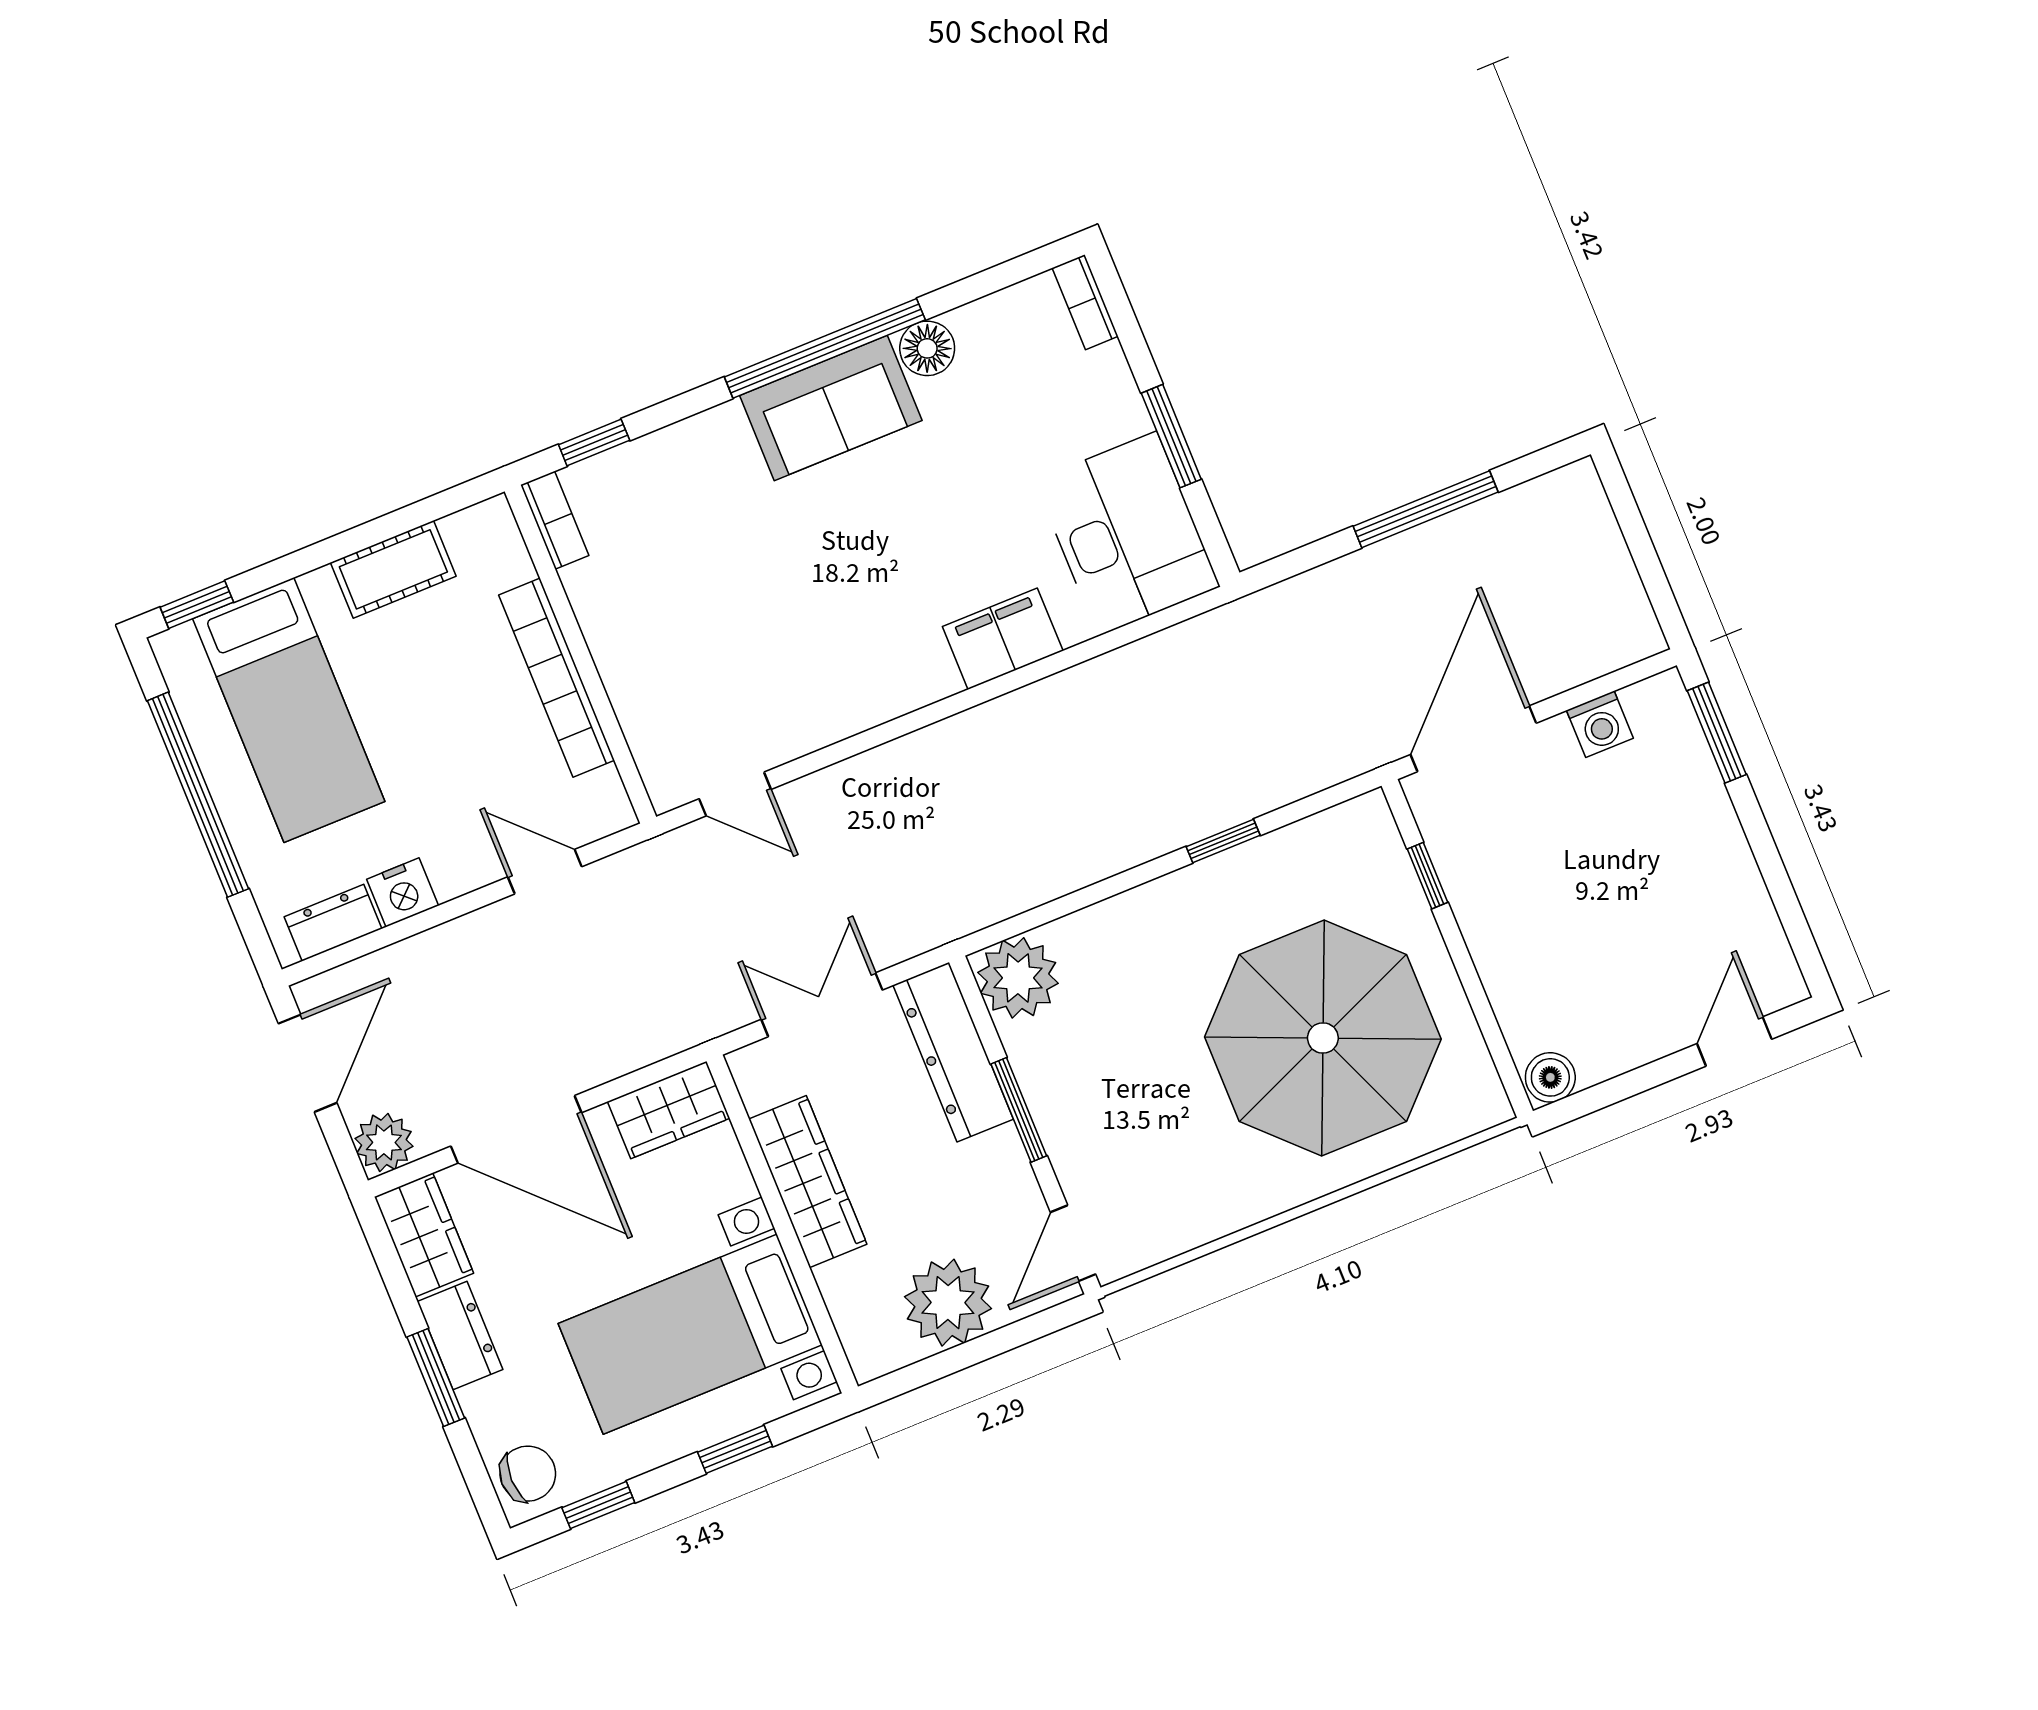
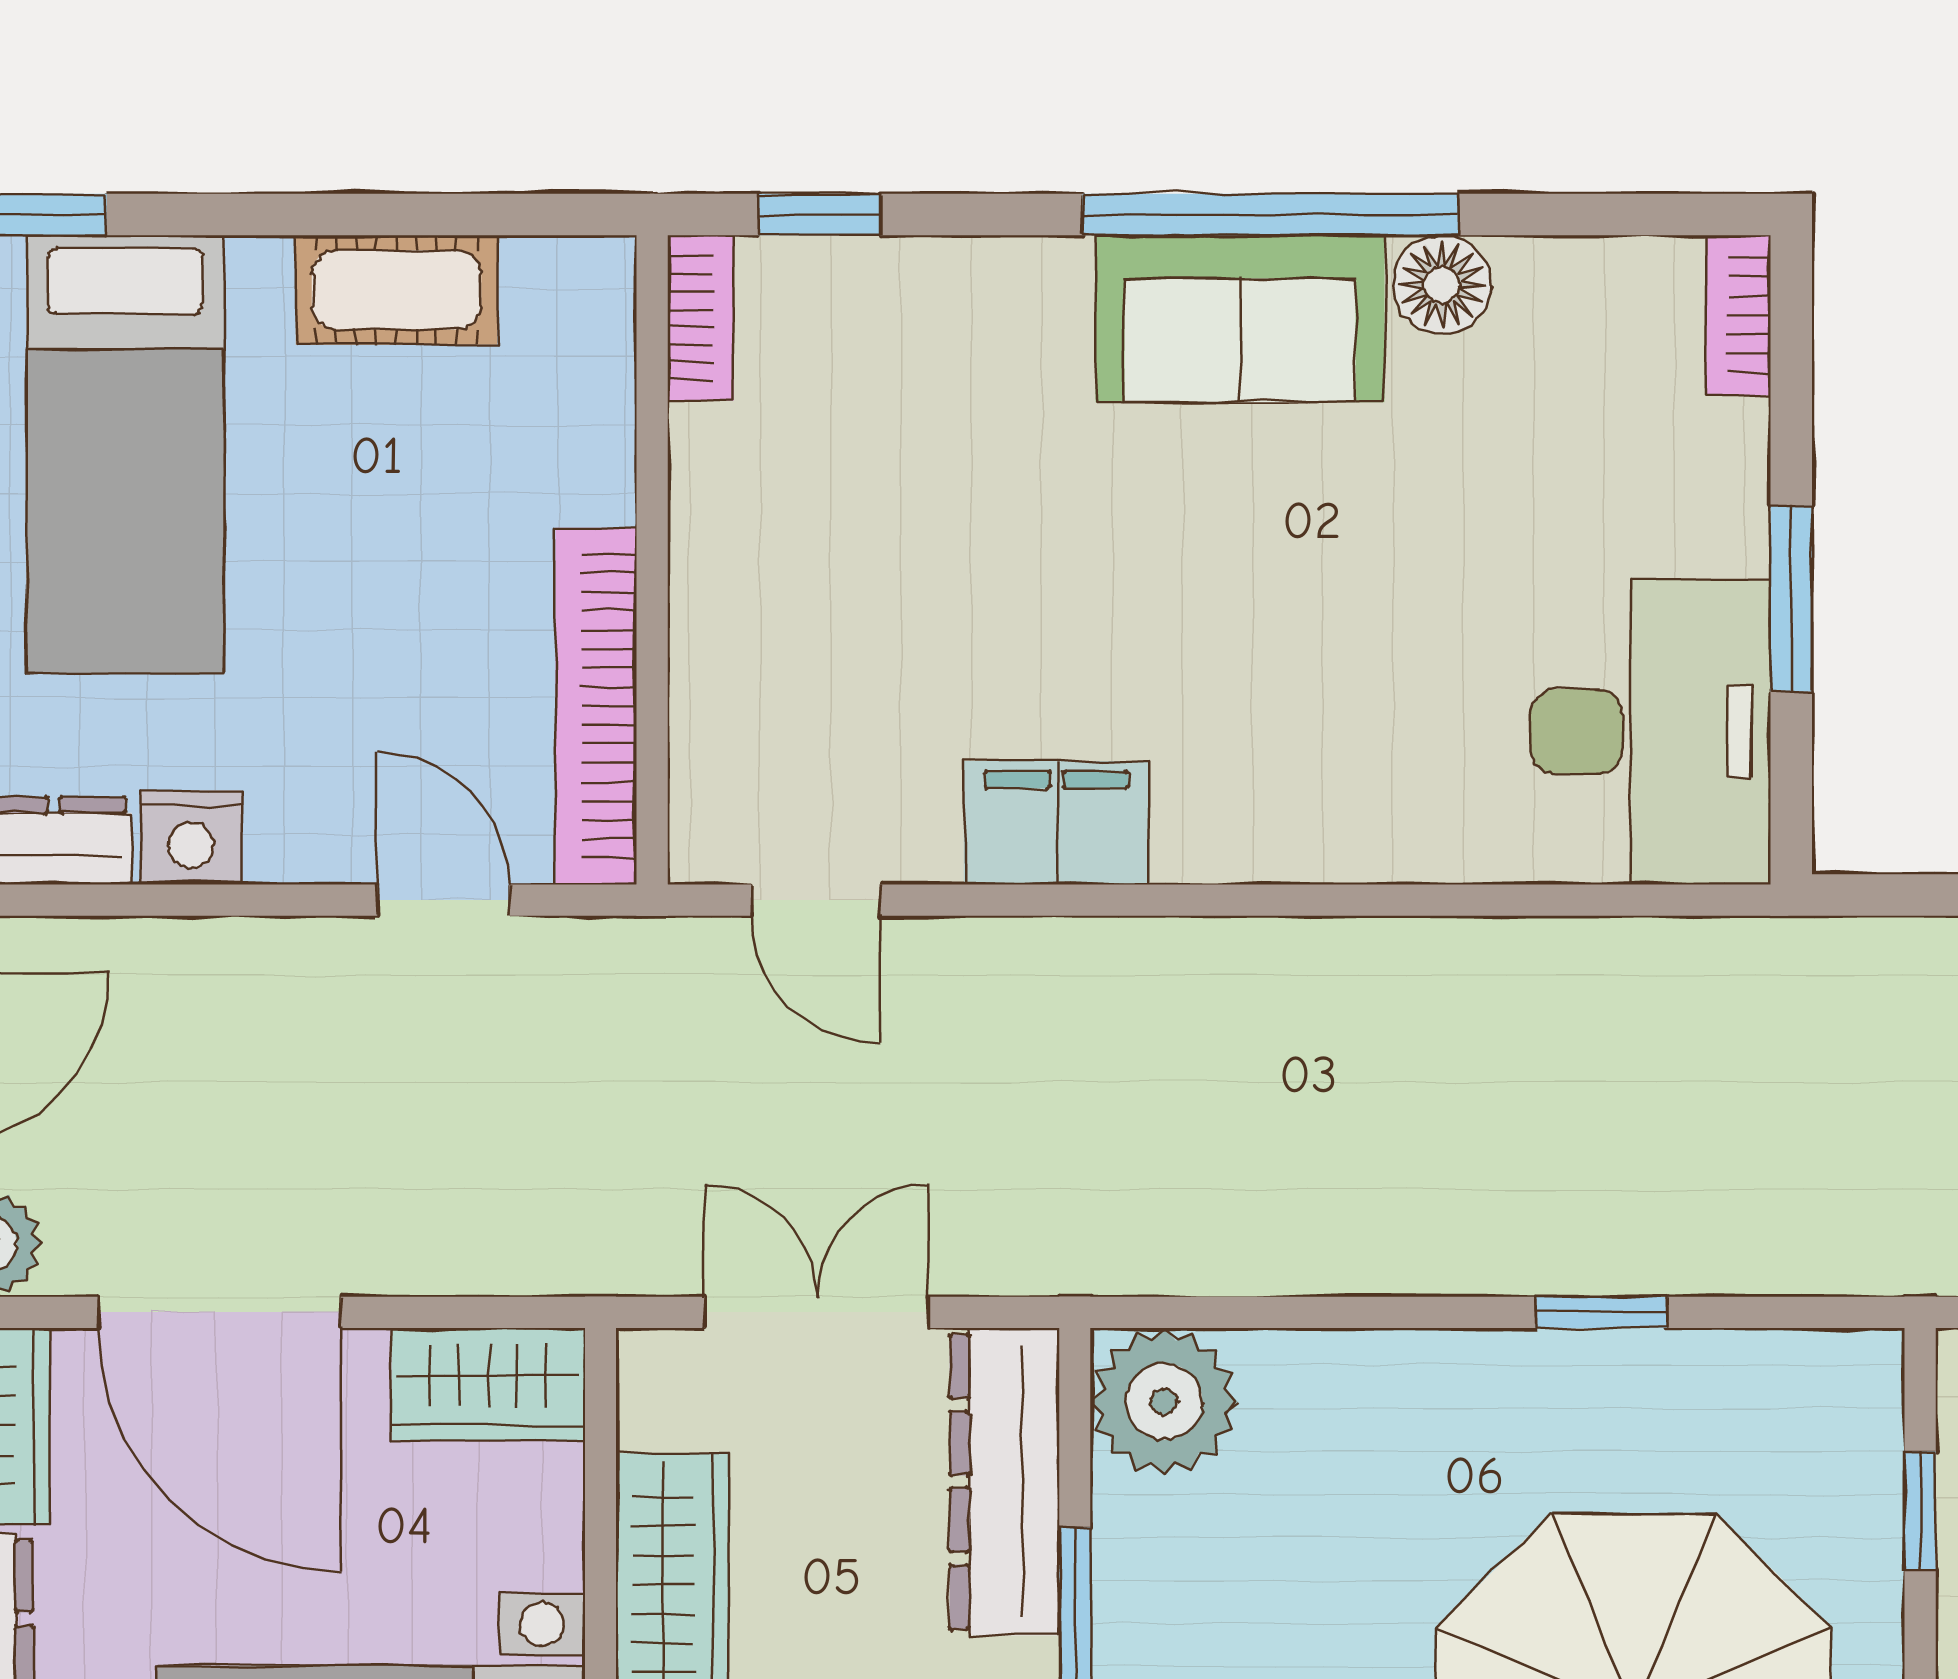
filing cabinet: (1003, 639) -> (1057, 823), moved
bookcase: (557, 678) -> (596, 706), moved

